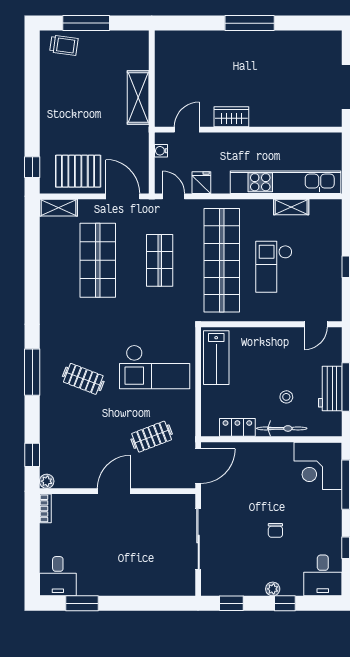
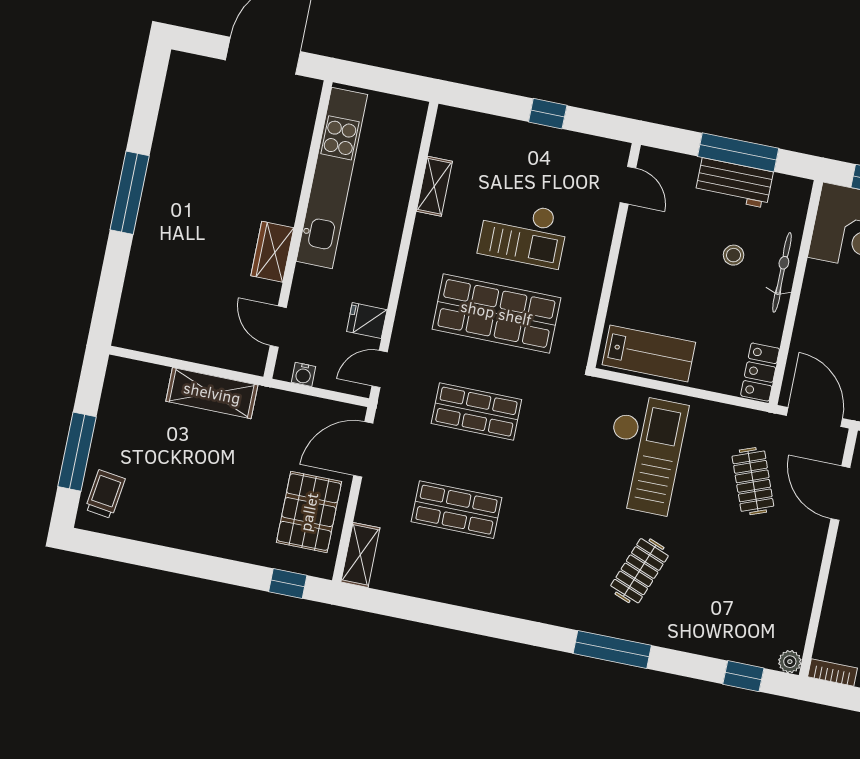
kitchen unit: (286, 182) -> (332, 178), moved, turned 180
shop shelf: (98, 260) -> (457, 510), width x0.70, depth x0.74
shop shelf: (222, 260) -> (496, 313), width x0.71
locker: (237, 427) -> (760, 372), moved
door: (114, 491) -> (840, 493), moved

